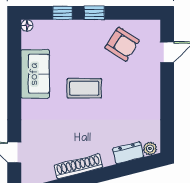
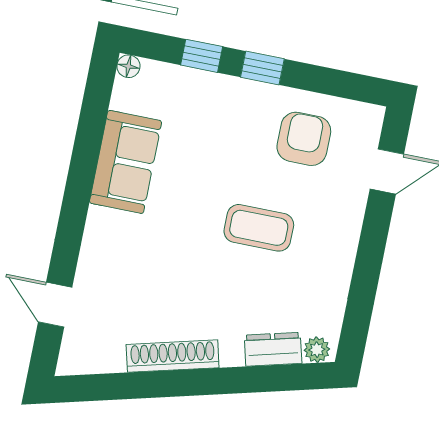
armchair: (122, 44) -> (304, 139), turned -123
coffee table: (84, 88) -> (259, 228), moved

